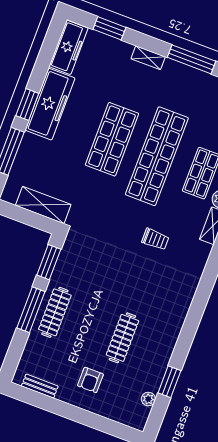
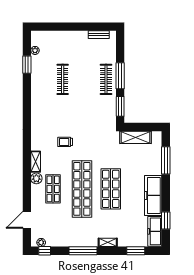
window: (27, 105) -> (166, 220), moved
armchair: (90, 380) -> (72, 49), removed

